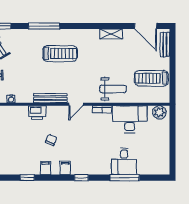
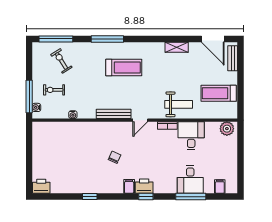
printer: (37, 113) -> (144, 186), moved, turned 180
desk: (130, 119) -> (191, 136), width x0.73
filing cabinet: (46, 168) -> (220, 187), moved

